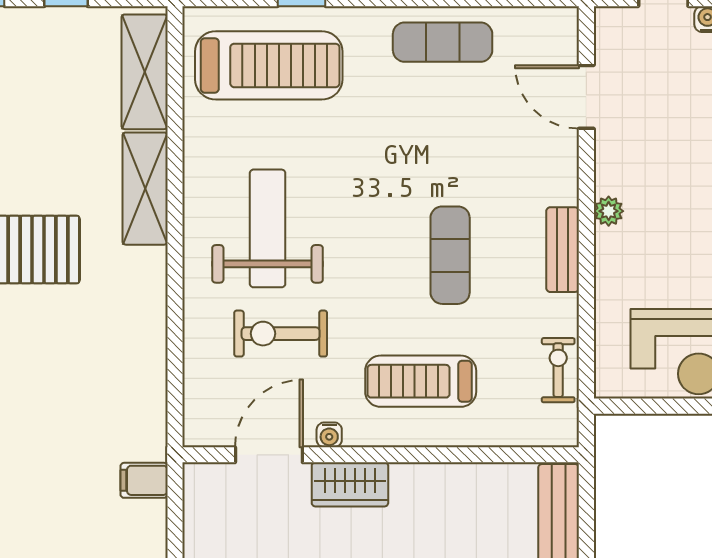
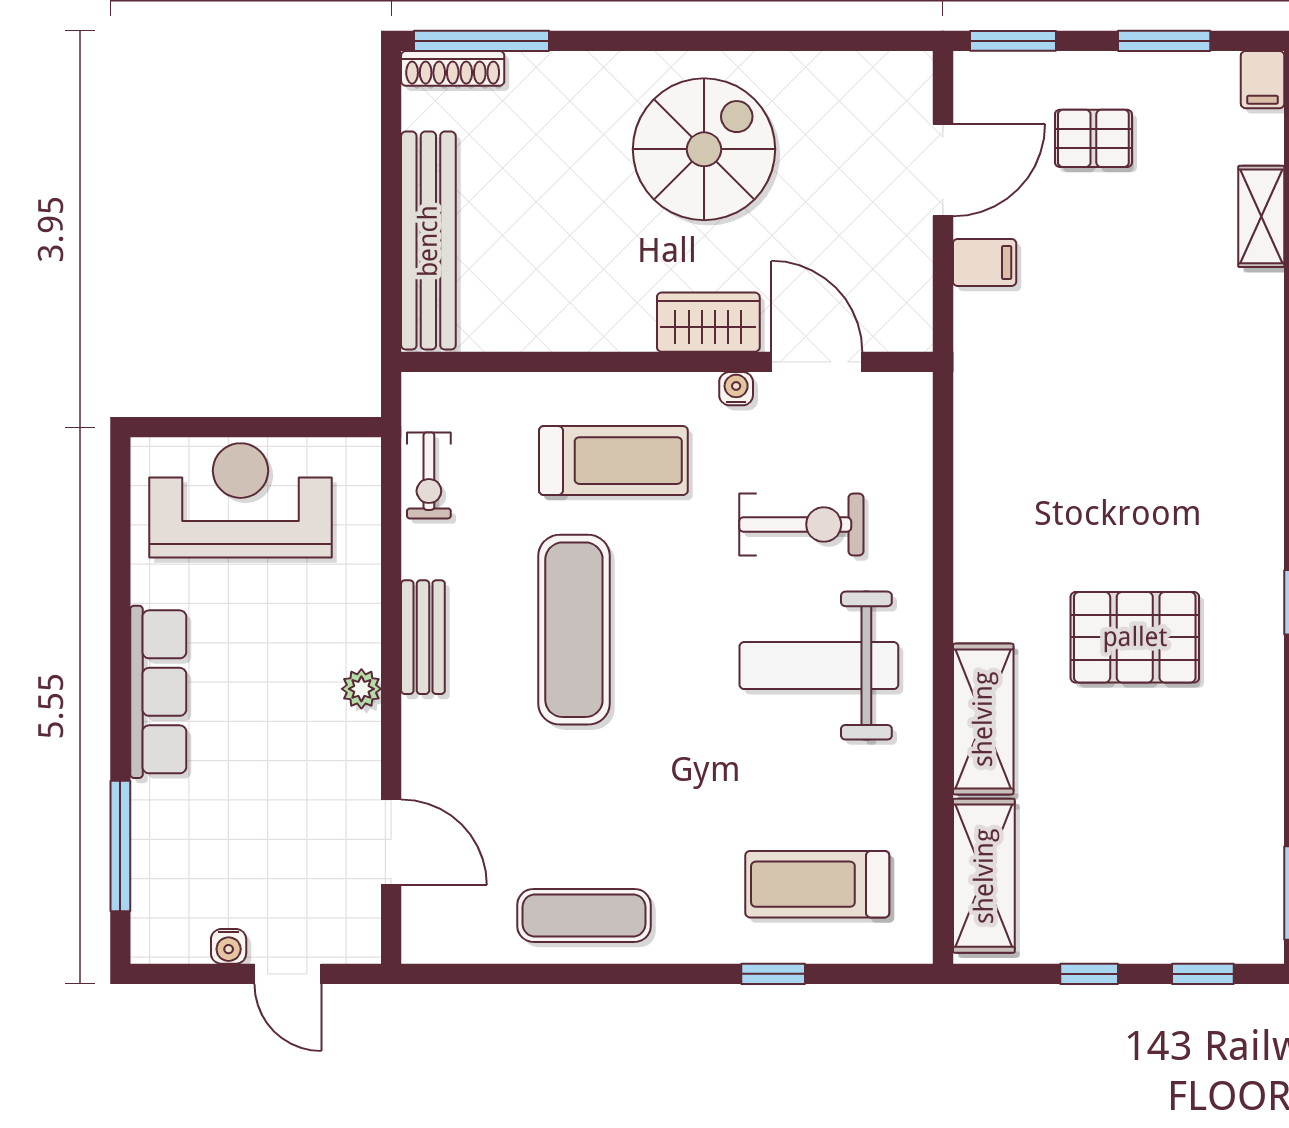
treadmill: (269, 65) -> (817, 884), width x0.73, depth x0.73
weight bench: (268, 228) -> (819, 666), turned 90
exercise mat: (450, 255) -> (574, 630), width x1.36, depth x1.45
door: (269, 455) -> (817, 362), swing flipped
filing cabinet: (144, 480) -> (985, 262), moved

